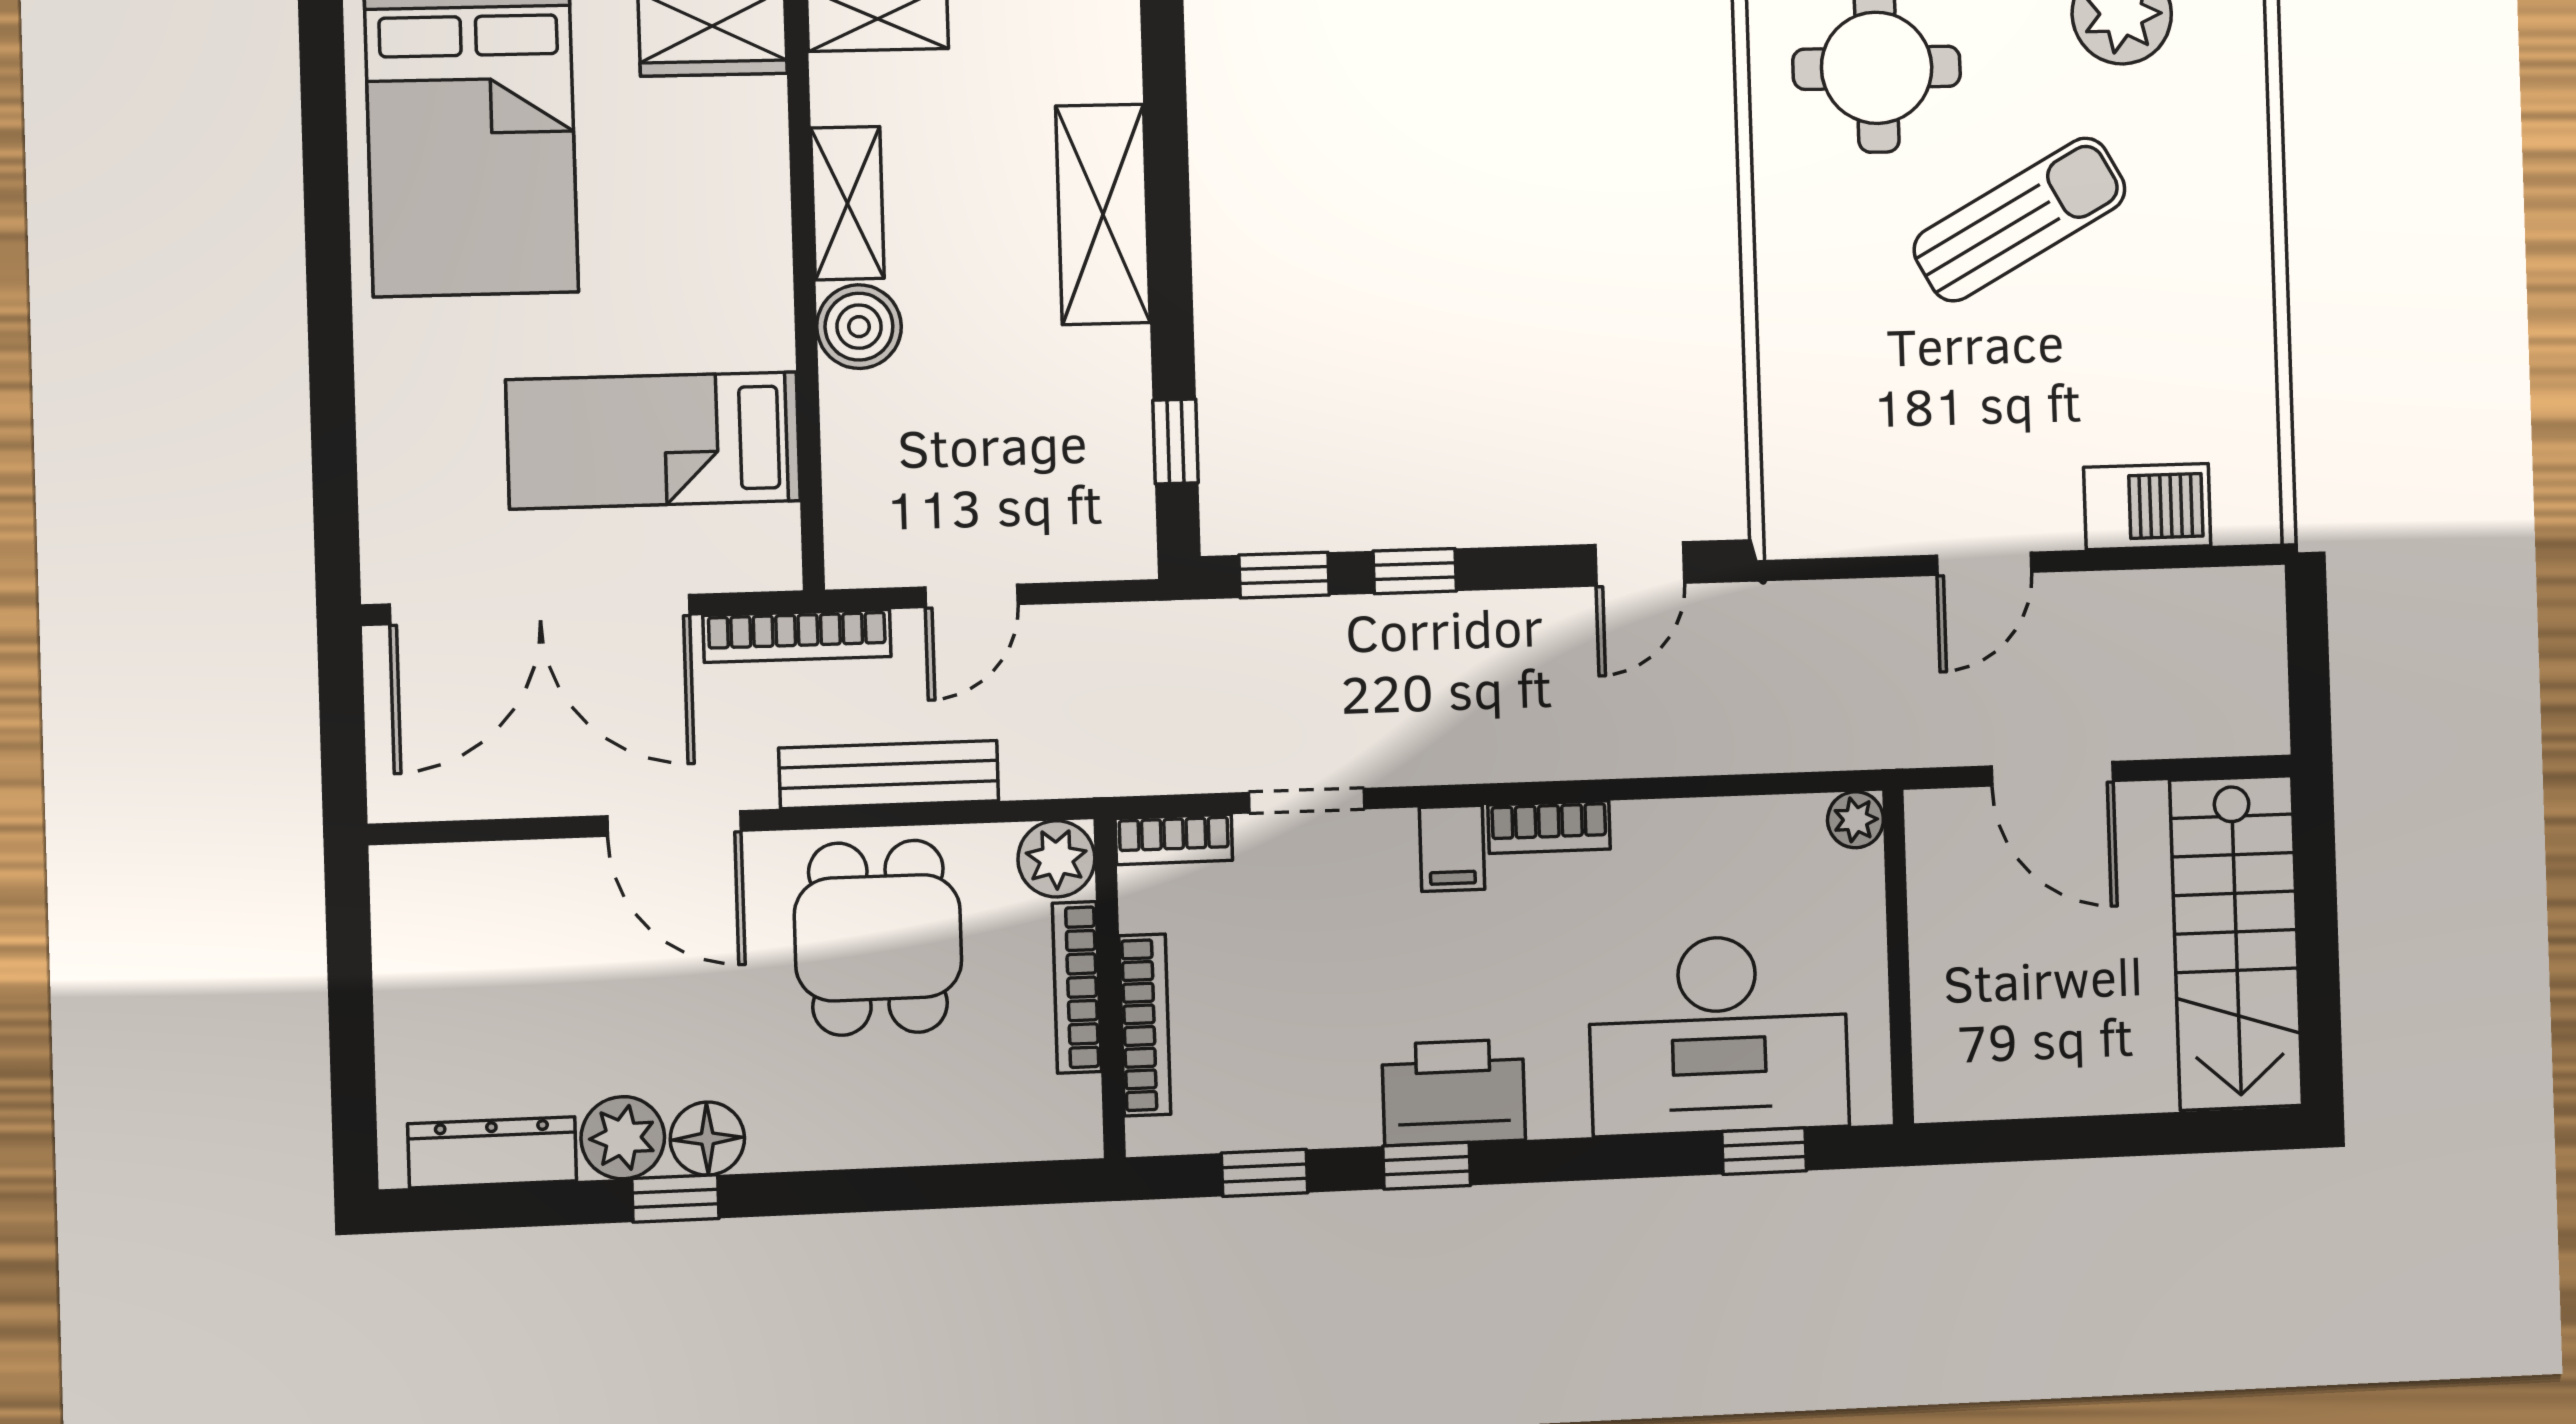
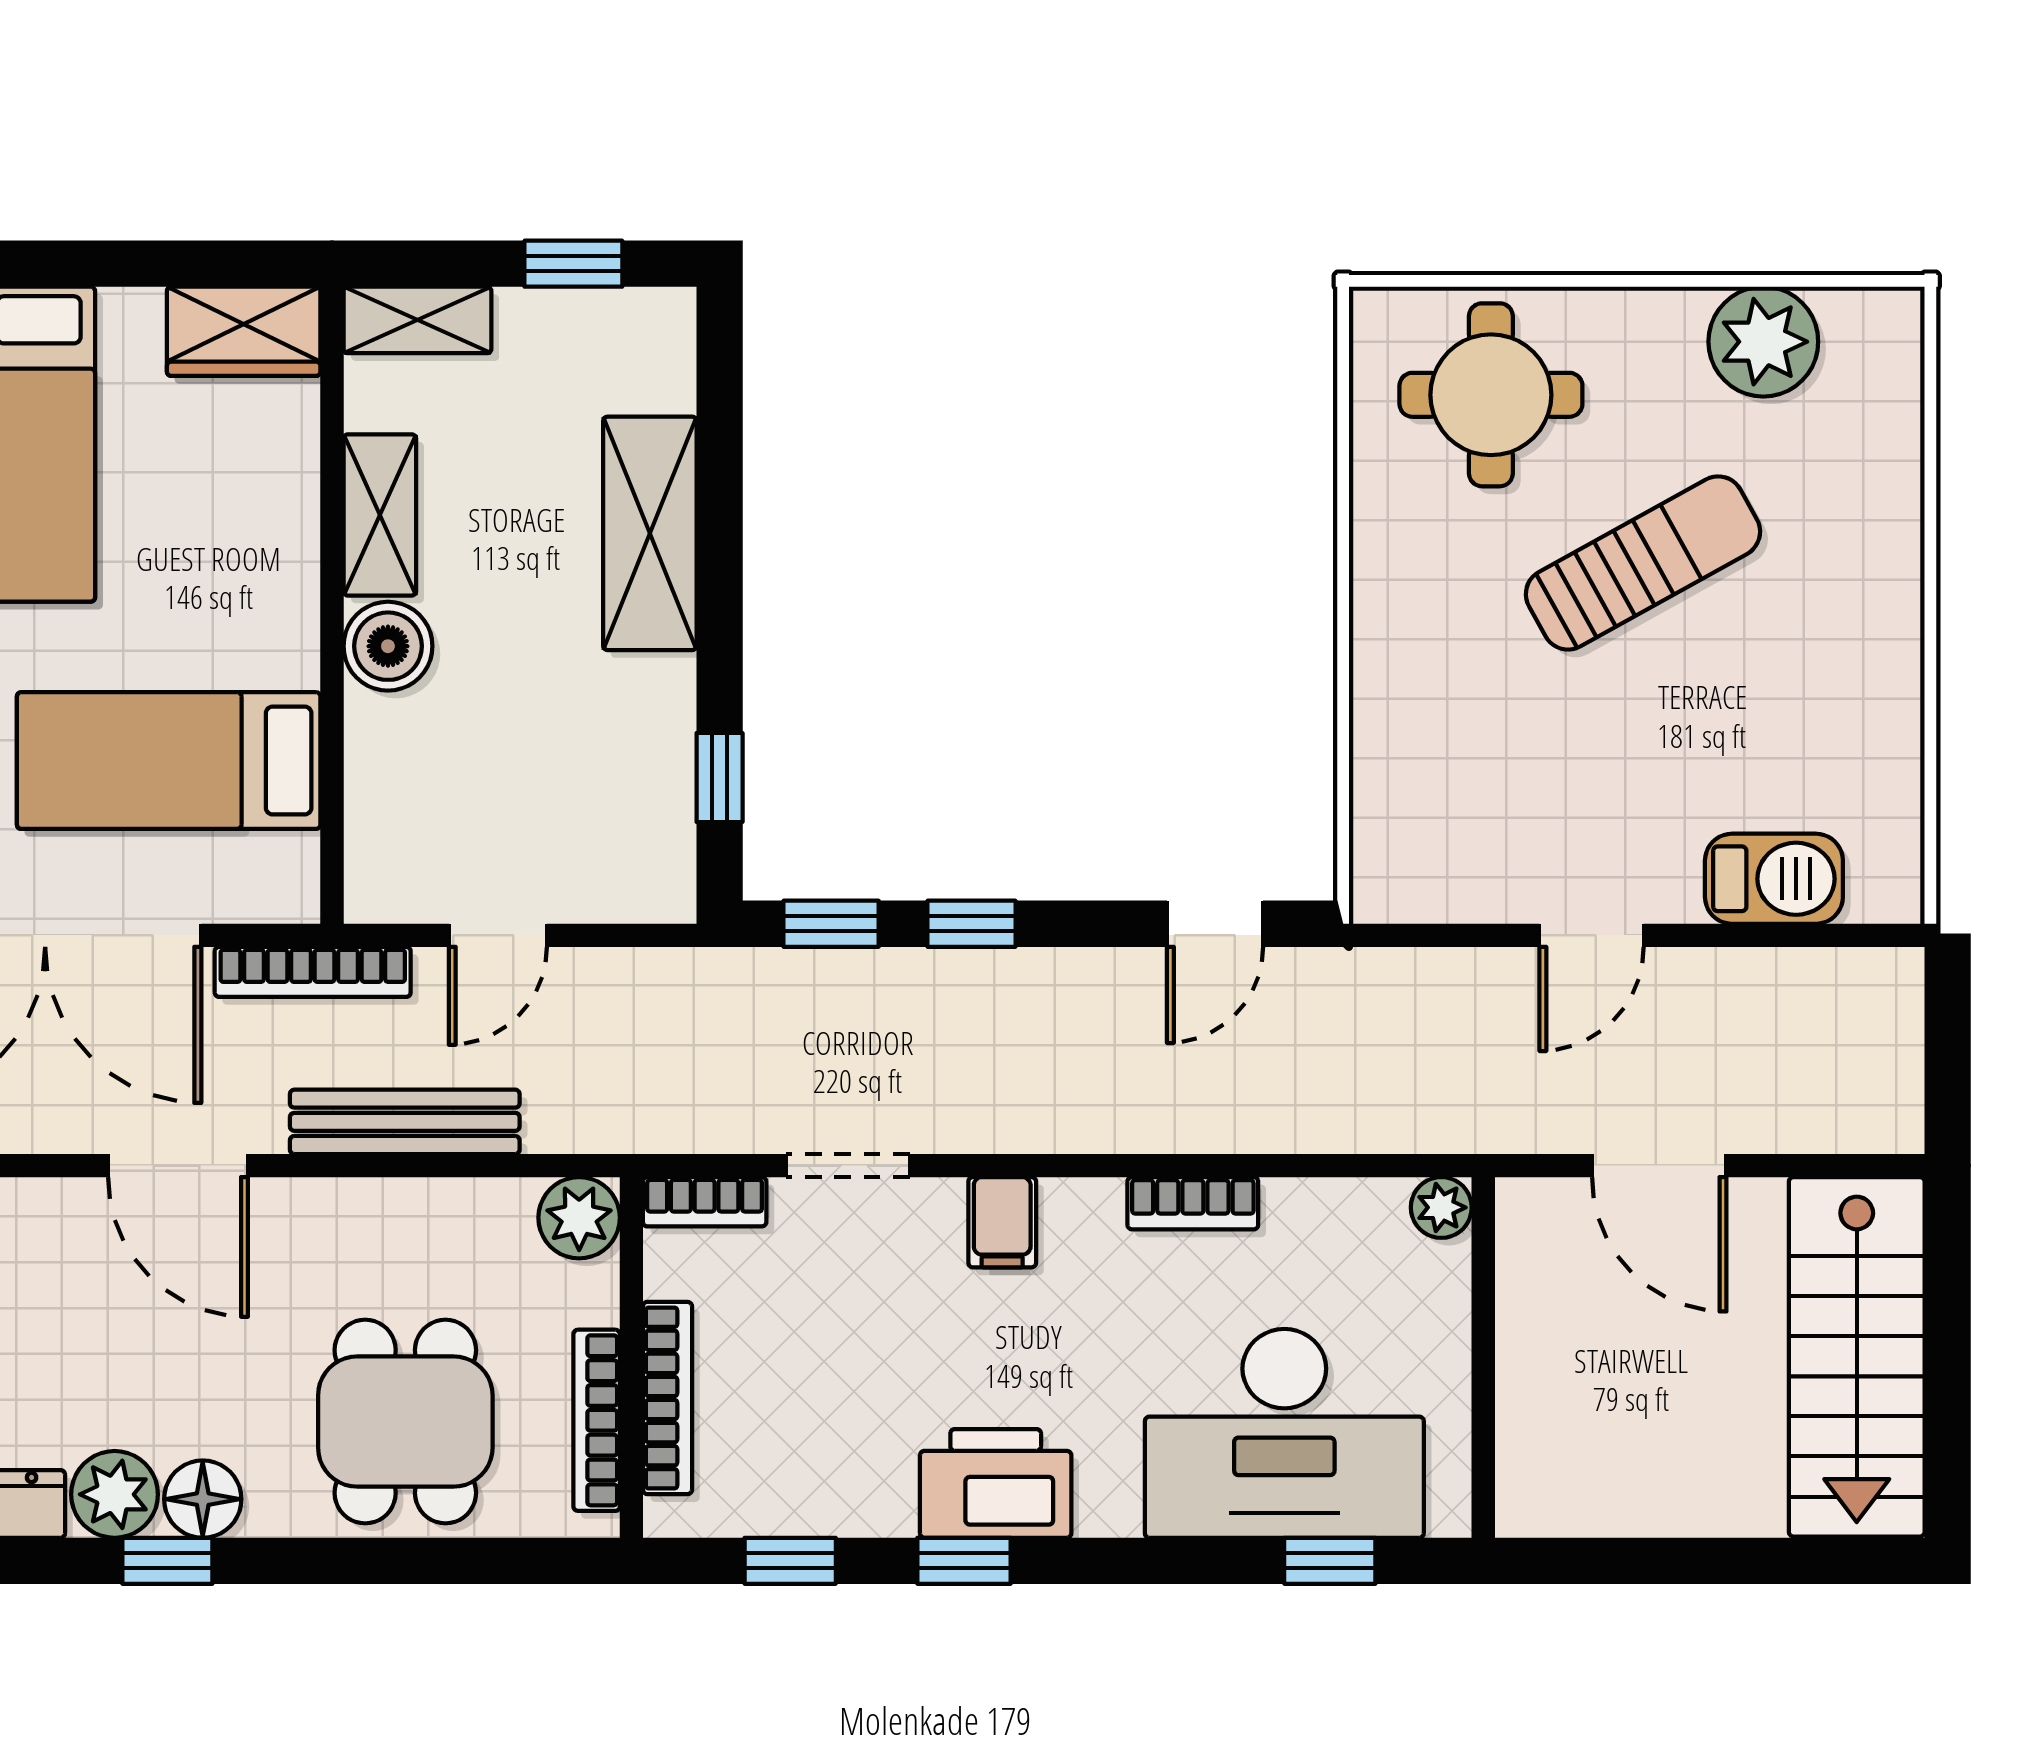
bookcase: (1549, 827) -> (1193, 1203), moved
dining table: (878, 938) -> (405, 1422), moved
bookcase: (1077, 987) -> (597, 1420), moved

